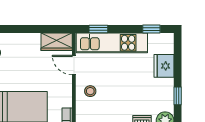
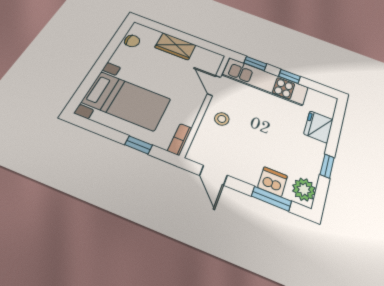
window: (151, 29) -> (290, 76), moved
wardrobe: (57, 42) -> (175, 46), moved

